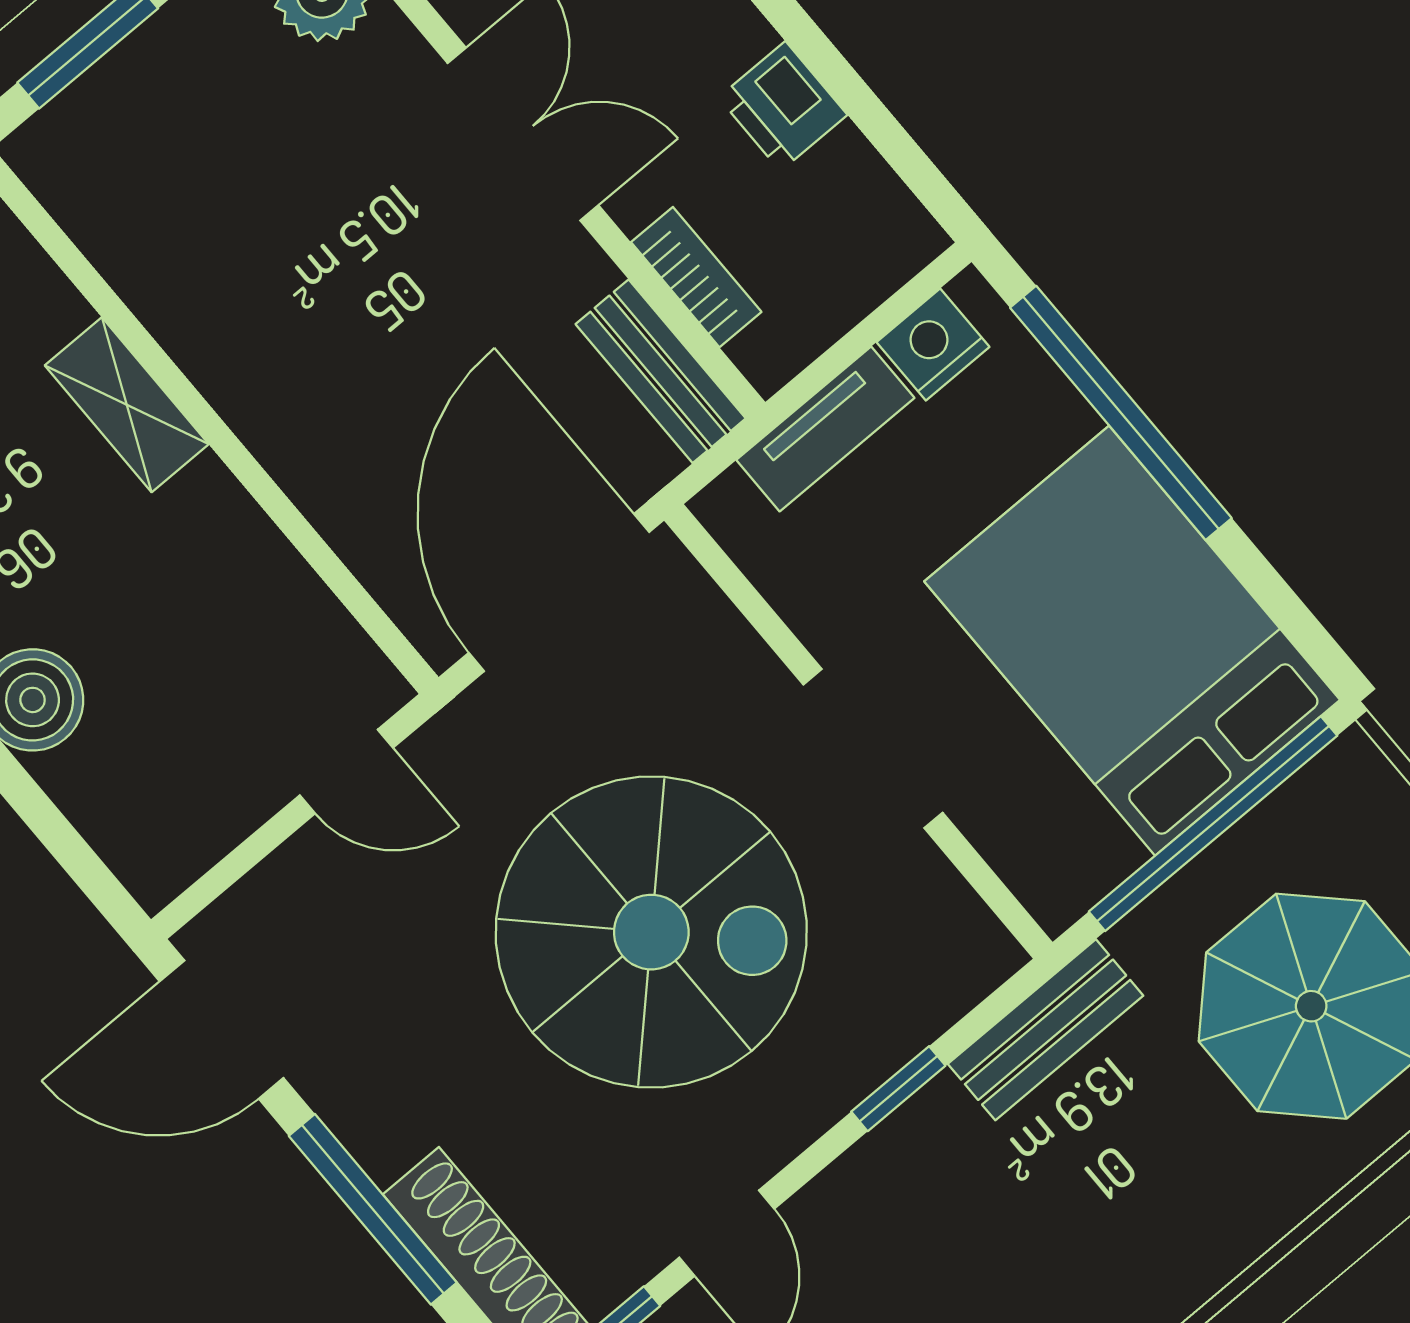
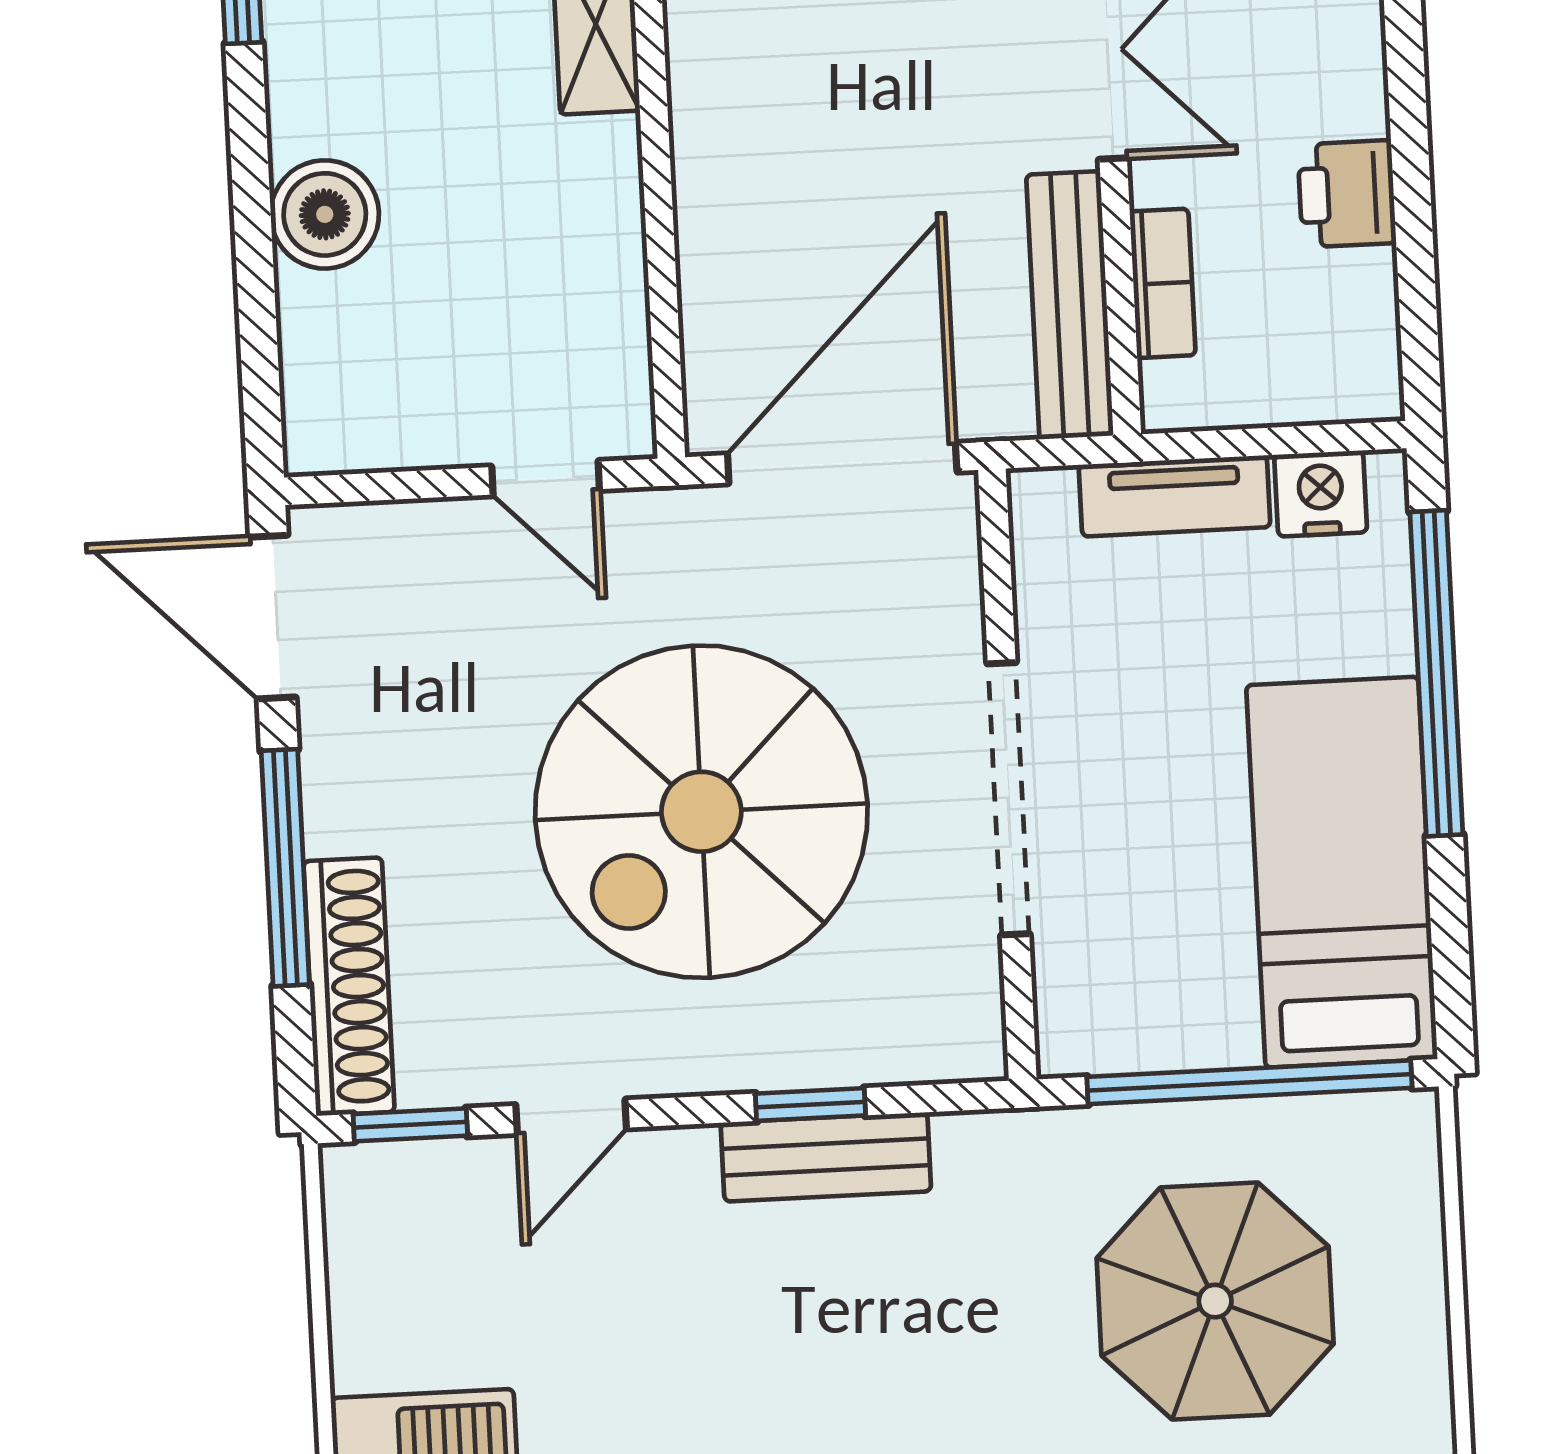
bench: (661, 371) -> (1070, 305), width x1.36
bed: (1132, 641) -> (1342, 872), width x0.67
doorway: (873, 749) -> (1009, 799), width x1.36
spiral stairs: (651, 932) -> (701, 812), turned 90
bench: (1046, 1030) -> (826, 1157), moved

